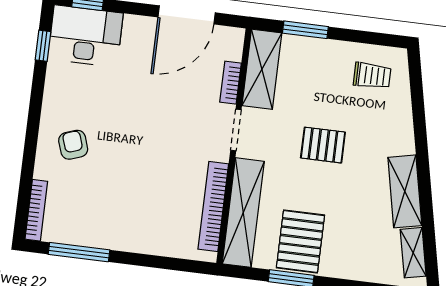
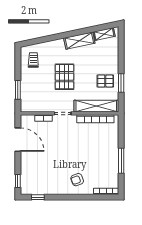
desk: (85, 36) -> (32, 180), removed
shelving: (262, 69) -> (36, 106), removed
pallet: (323, 145) -> (64, 77), width x1.50, depth x1.42
pallet: (300, 241) -> (105, 81), width x0.67, depth x0.71
window: (79, 252) -> (121, 161), moved

